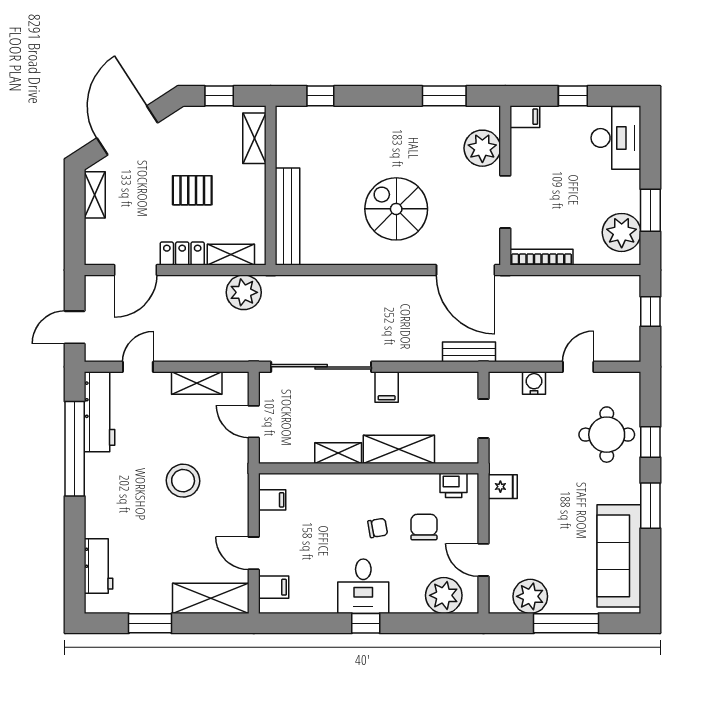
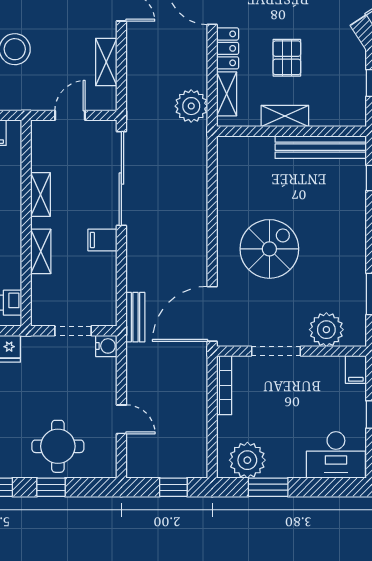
shelving: (254, 138) -> (285, 116), moved
bench: (288, 217) -> (321, 147), moved
water cooler: (534, 383) -> (106, 346), moved
shelving: (399, 449) -> (41, 251), width x0.67, depth x0.75

